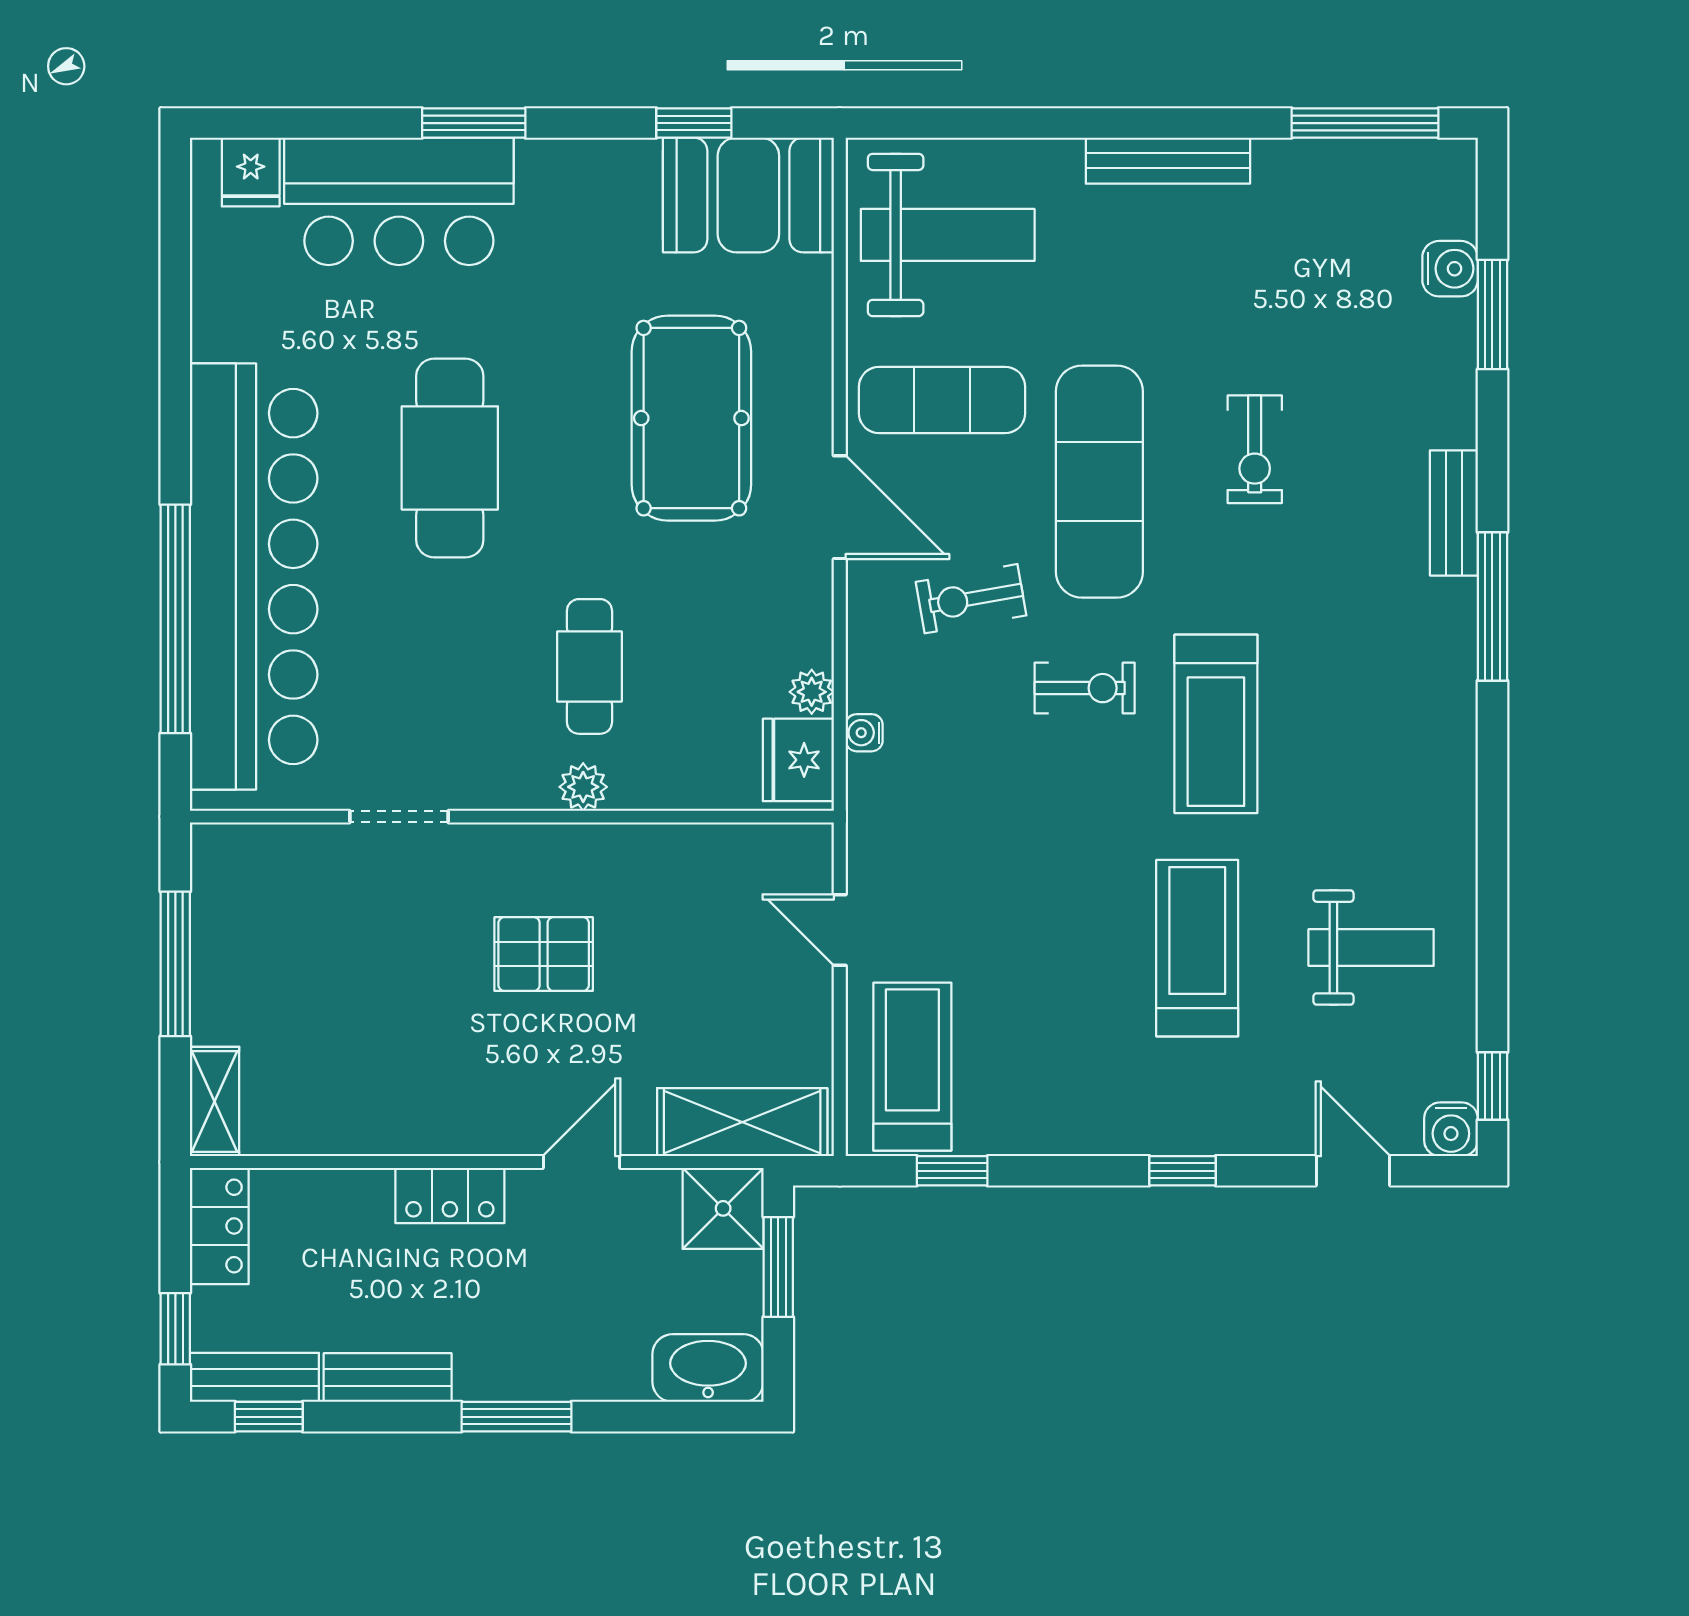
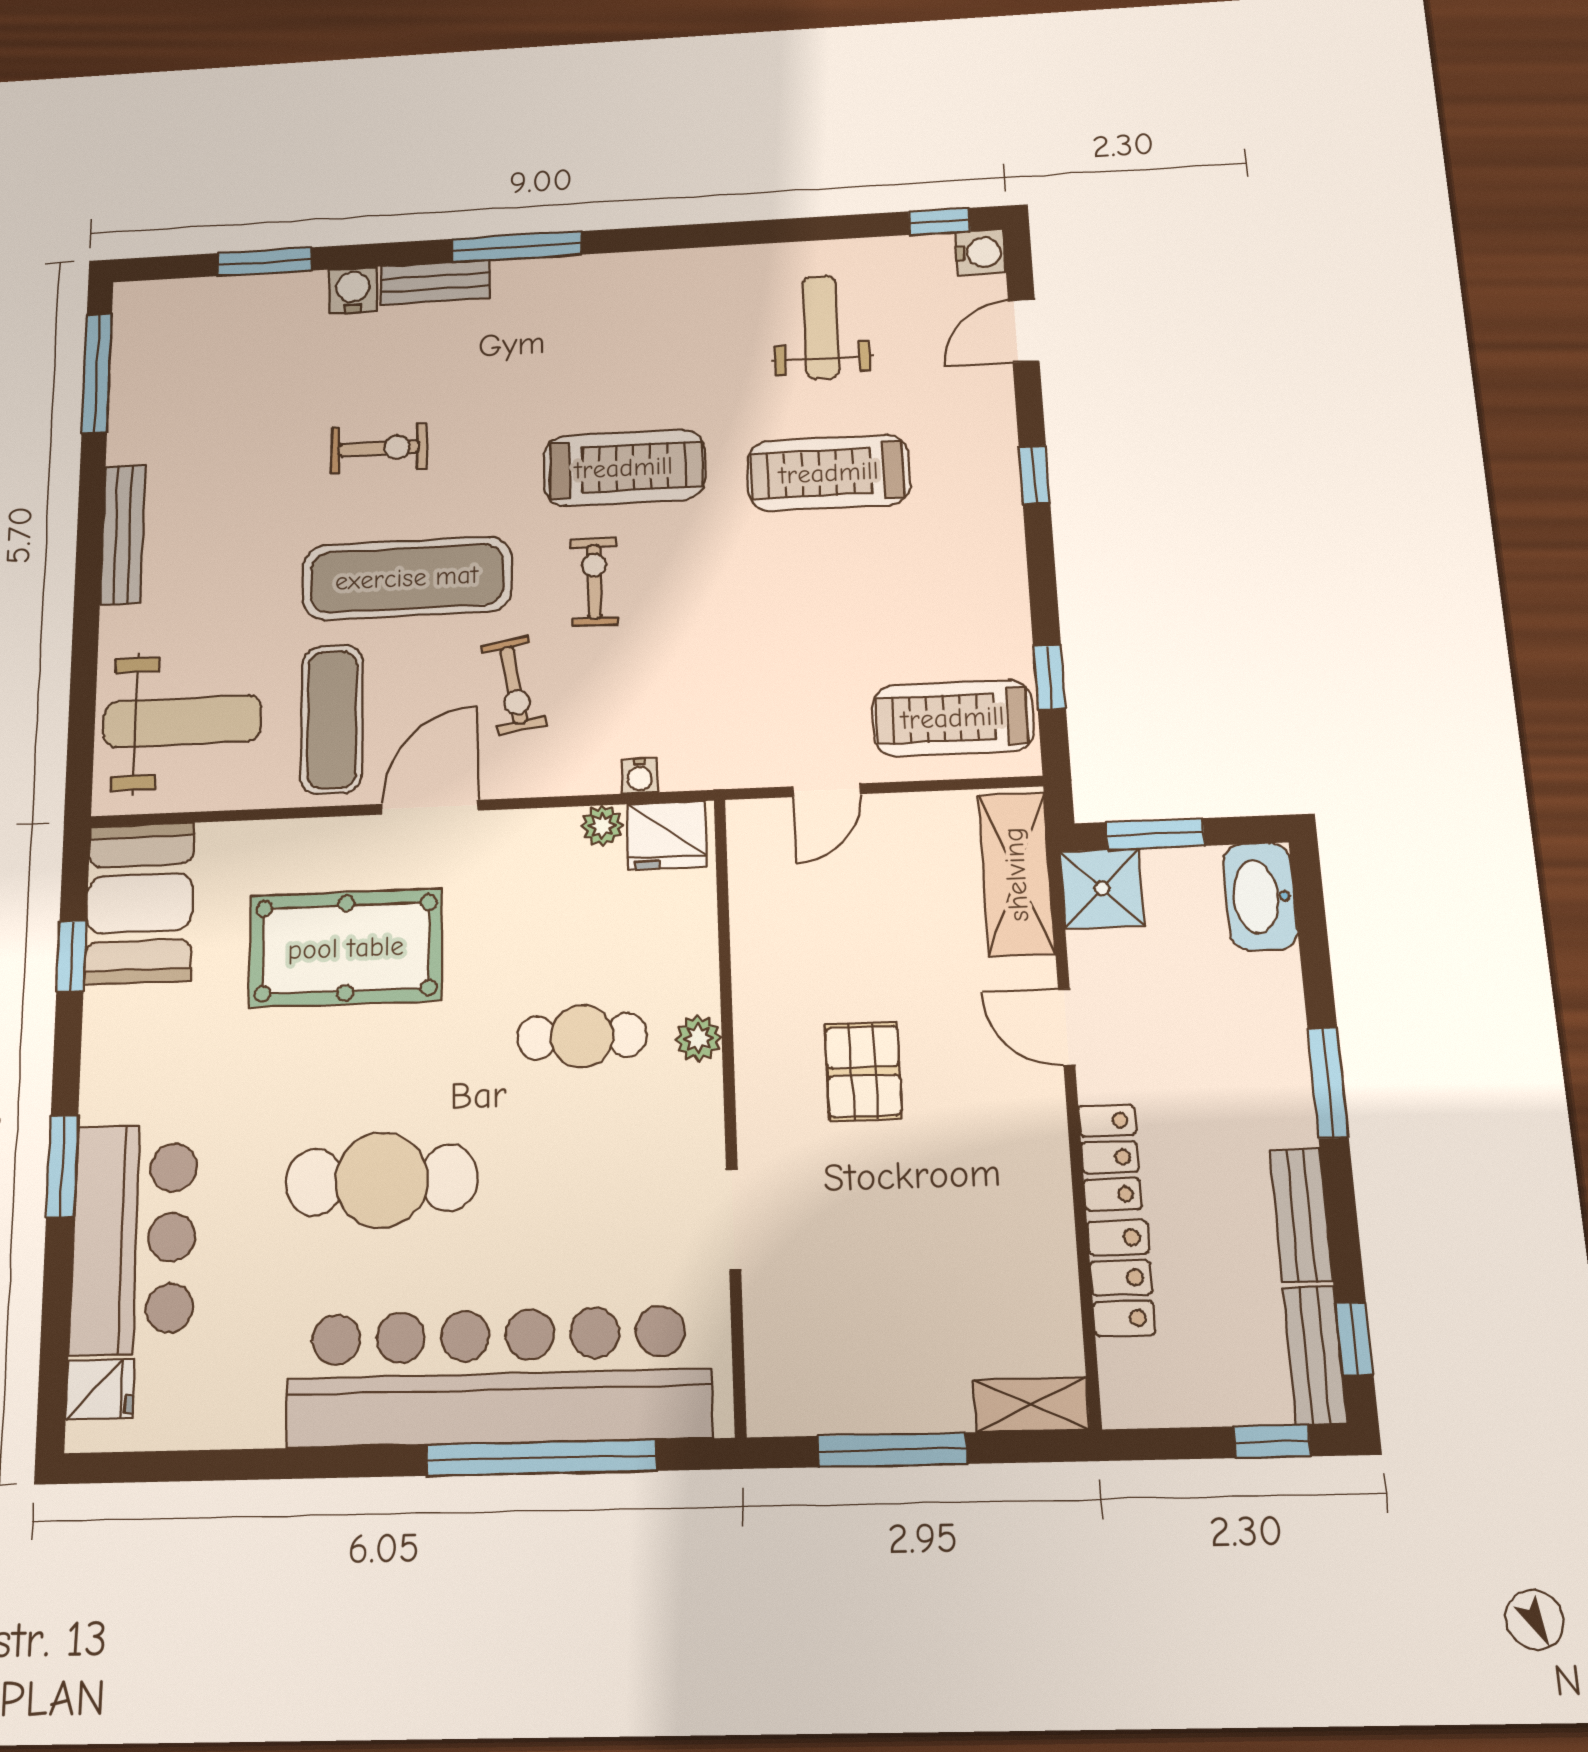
weight bench: (948, 235) -> (182, 721), turned 90
water cooler: (1450, 269) -> (353, 290), moved
locker: (219, 1226) -> (1121, 1278), moved, turned 90

